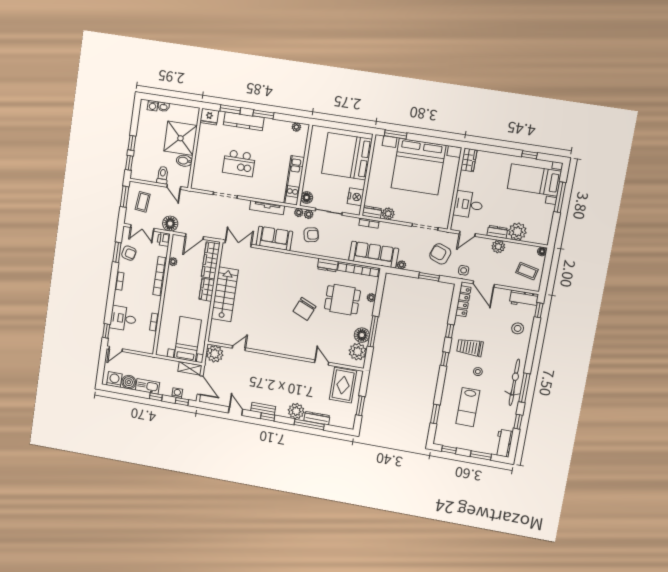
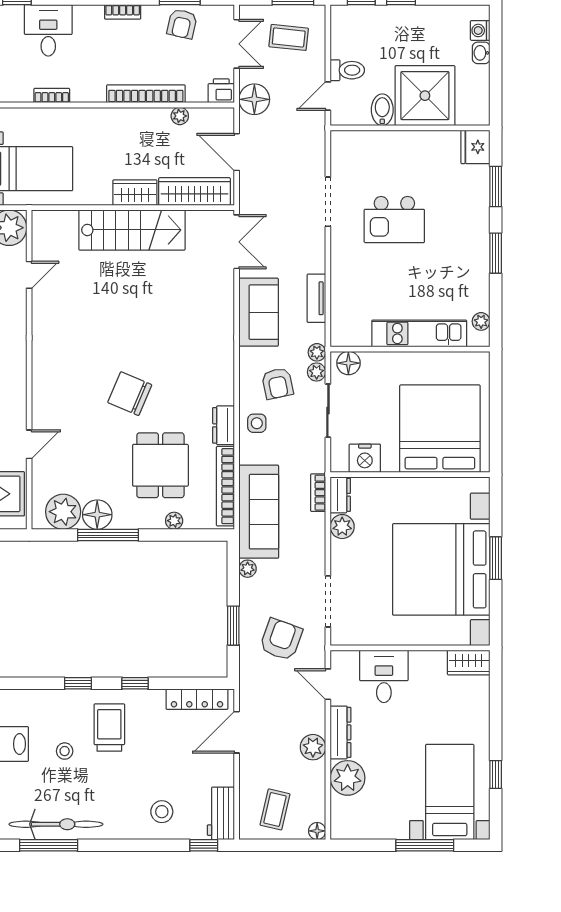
kitchen counter: (244, 121) -> (477, 217), removed
window: (396, 134) -> (496, 558), moved
kitchen island: (239, 163) -> (394, 219), turned -90
kitchen unit: (294, 180) -> (419, 333), moved
tv unit: (267, 208) -> (316, 298), width x0.71
double door: (142, 228) -> (237, 44), swing flipped
dresser: (497, 232) -> (341, 732), width x1.44
side table: (464, 270) -> (257, 423), moved
door: (239, 348) -> (29, 275), hinge flipped

